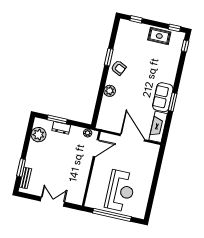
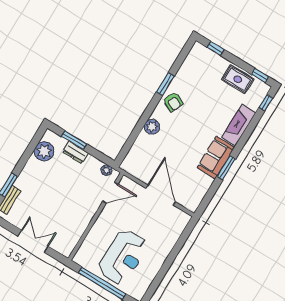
fireplace: (158, 127) -> (239, 125), moved

